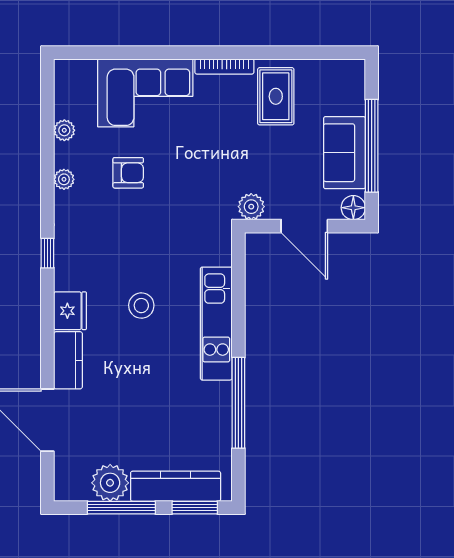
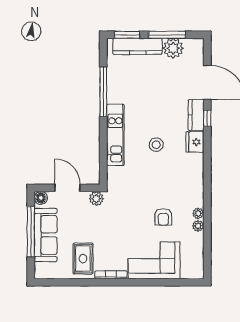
plant: (64, 130) -> (198, 226), moved
sofa: (344, 153) -> (46, 235), width x1.36
armchair: (128, 173) -> (163, 217), turned -90
window: (47, 253) -> (207, 118), moved

